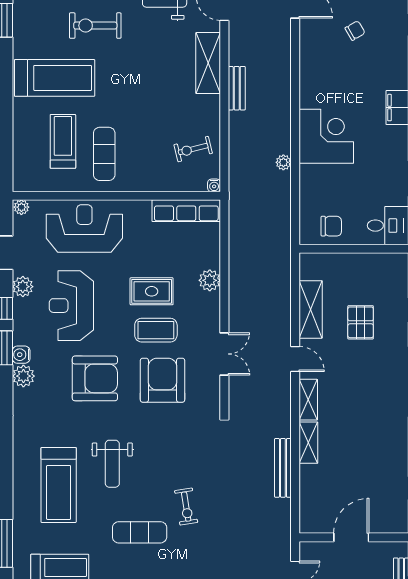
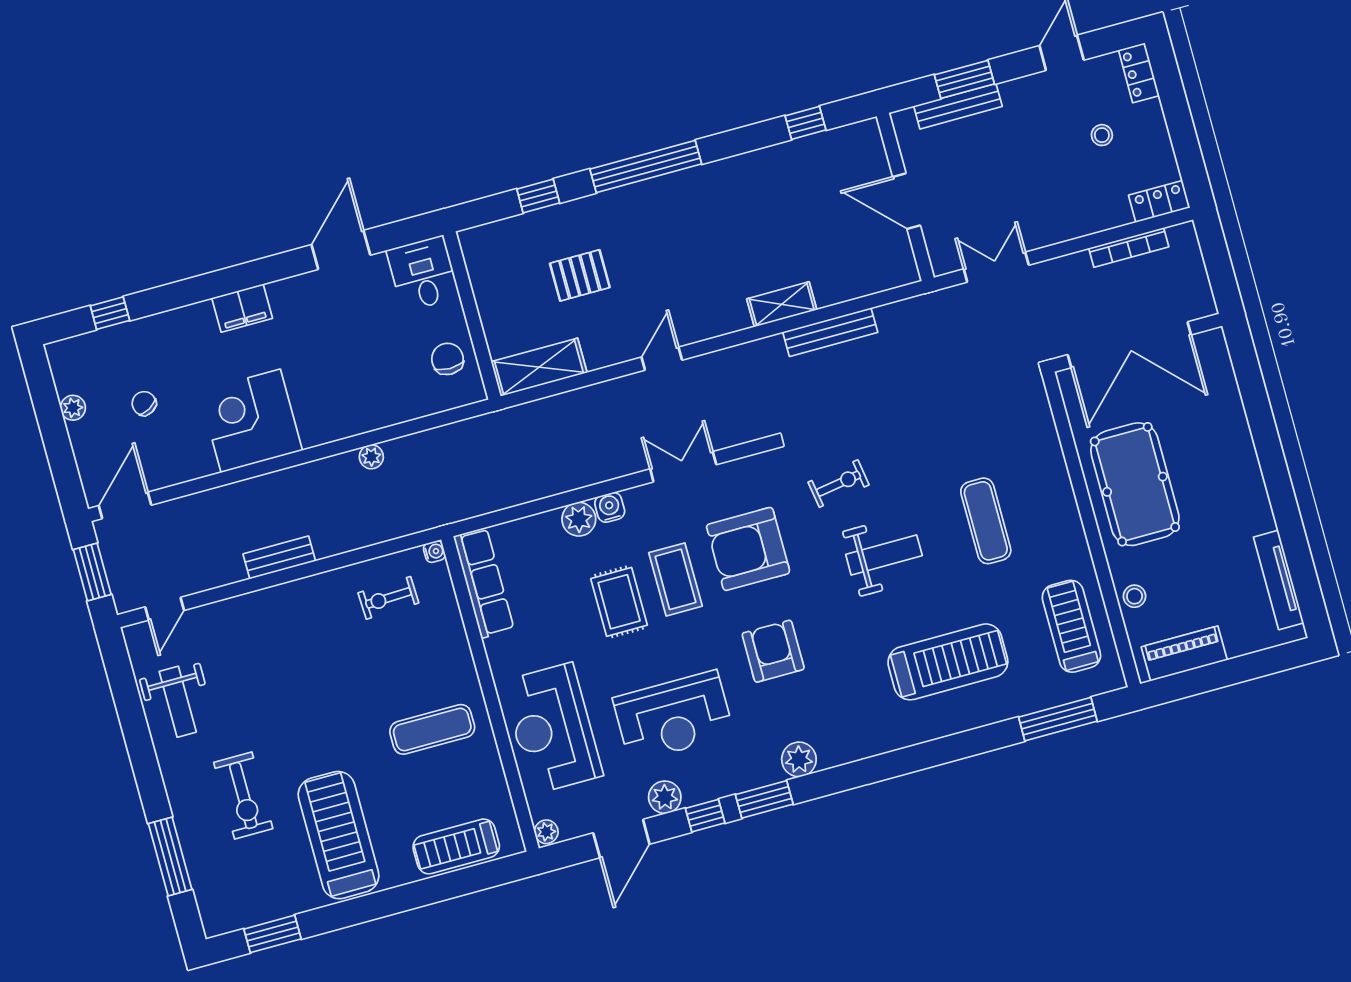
shelving: (208, 63) -> (253, 611), removed
corner desk: (326, 136) -> (251, 421), moved
treadmill: (63, 141) -> (456, 846), moved
exercise bike: (193, 149) -> (388, 598), turned 102
shelving: (311, 309) -> (539, 367), moved
water cooler: (21, 355) -> (610, 507), moved, turned 180
armchair: (95, 378) -> (773, 651), width x0.73, depth x0.73
shelving: (308, 400) -> (717, 322), removed
weight bench: (112, 464) -> (884, 555), moved
exercise bike: (186, 507) -> (839, 484), moved

